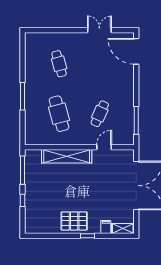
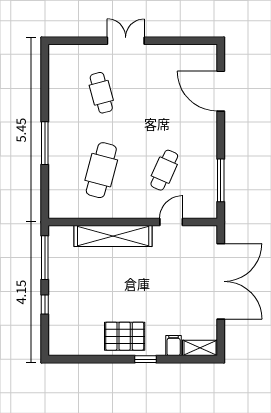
double door: (99, 30) -> (126, 41), moved
door: (136, 51) -> (221, 91), moved
cafe table: (59, 114) -> (101, 170), turned 30

